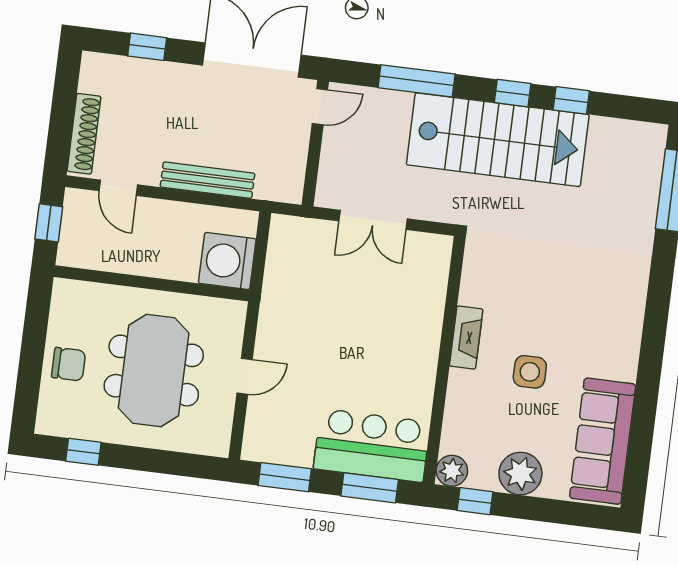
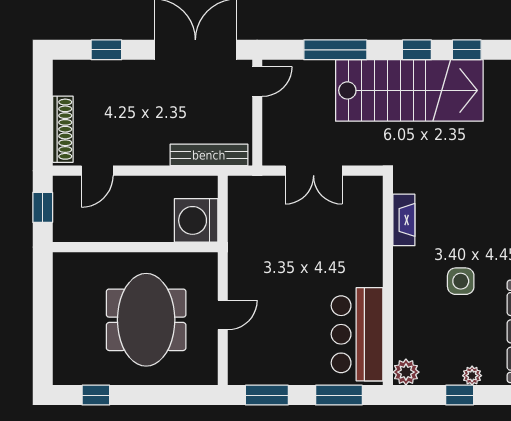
bench: (208, 180) -> (209, 155), moved
door: (118, 188) -> (97, 171), hinge flipped
fireplace: (466, 338) -> (404, 220), moved
chair: (69, 364) -> (74, 323), removed
bar counter: (372, 445) -> (357, 334), moved, turned -90
plant: (520, 474) -> (472, 376), width x0.53, depth x0.53
window: (475, 501) -> (460, 395), moved

